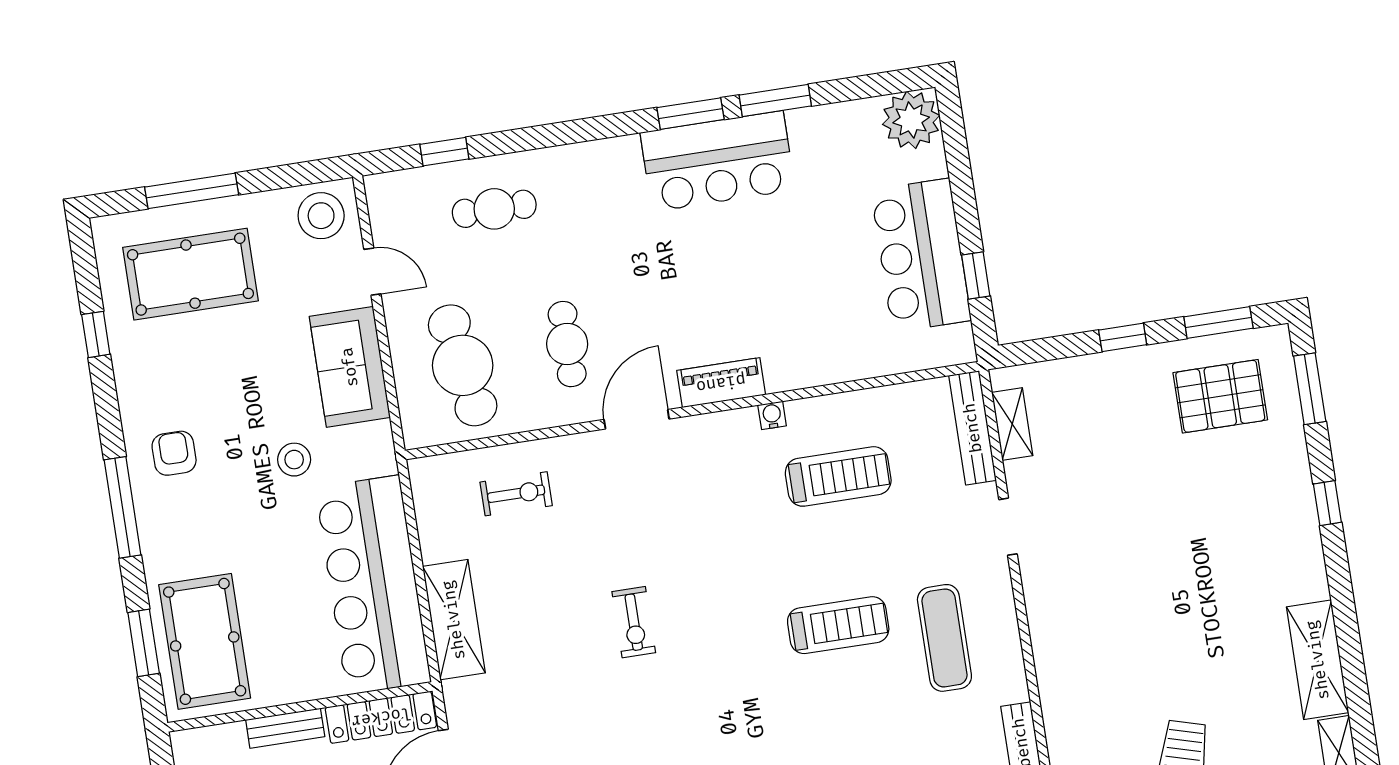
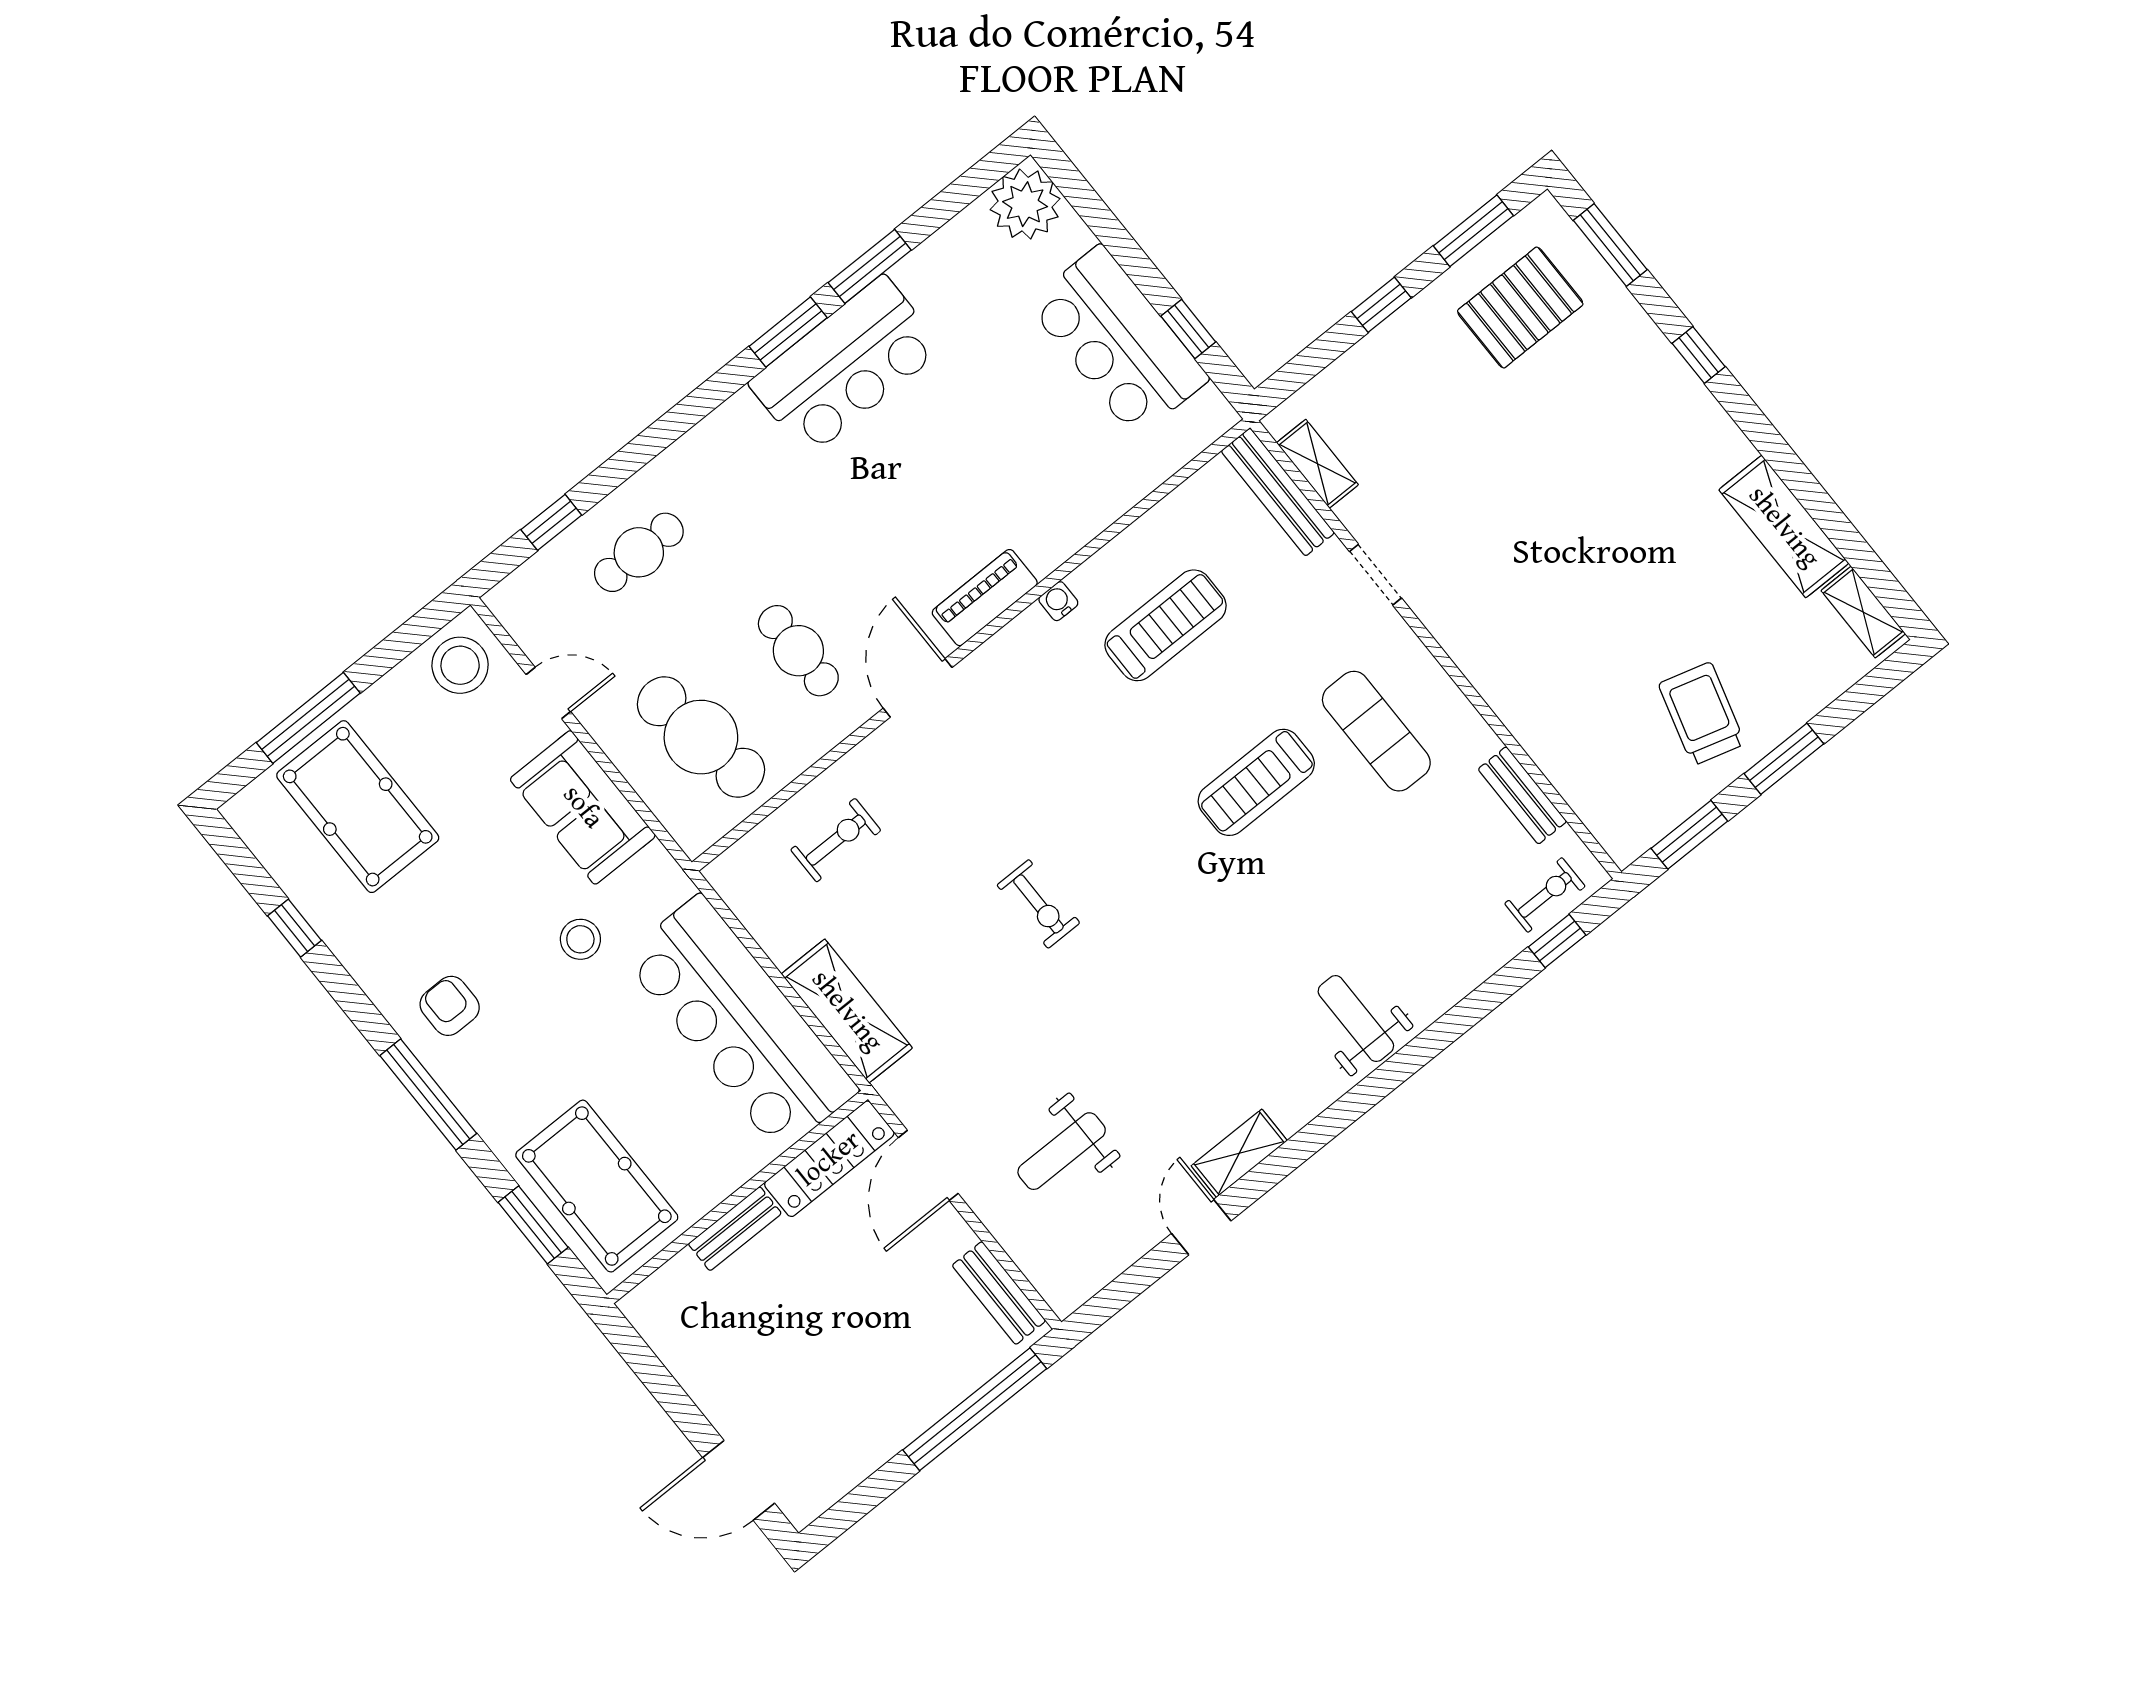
pool table: (190, 274) -> (358, 807), turned 90
treadmill: (838, 625) -> (1256, 782), turned 180

